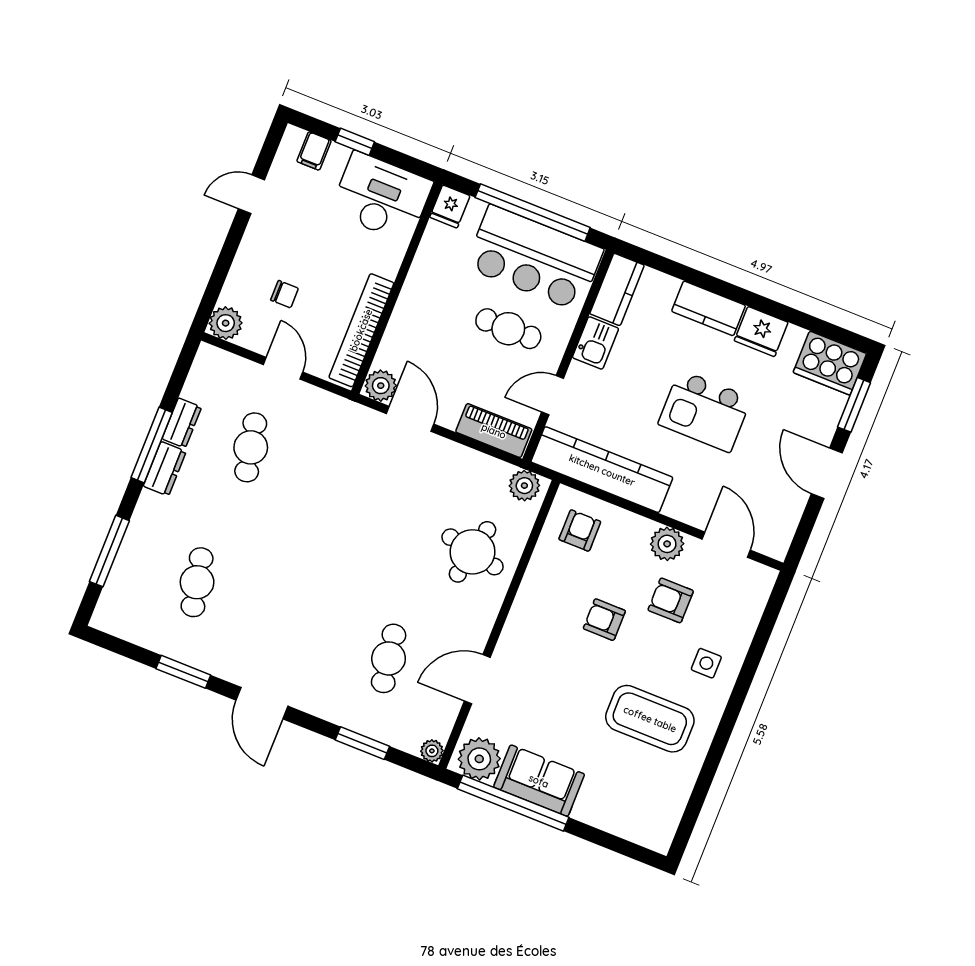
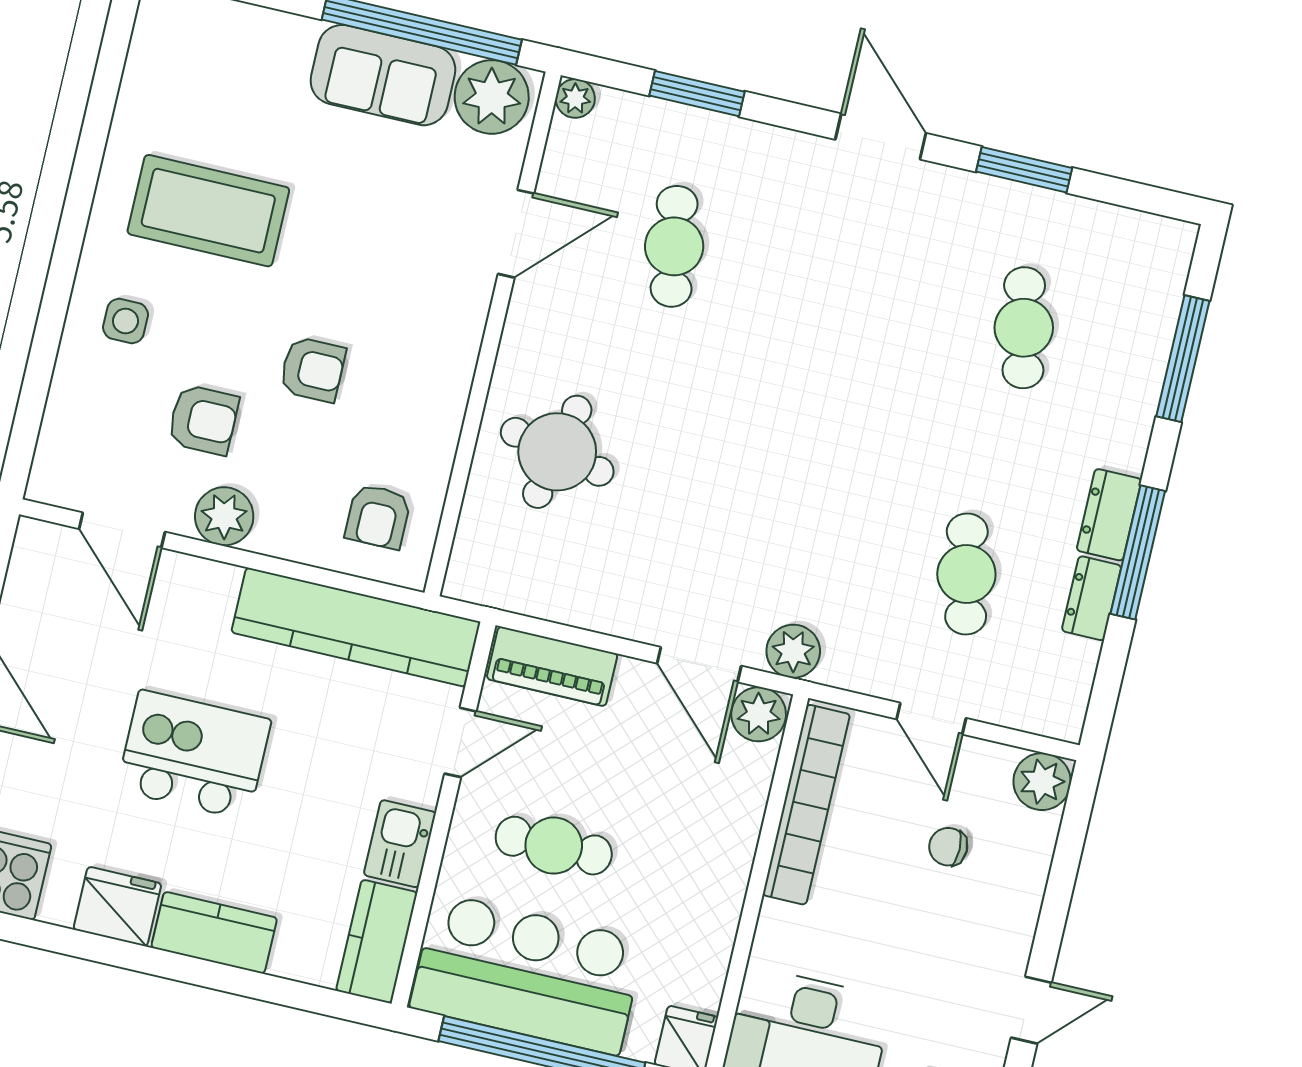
plant: (524, 486) -> (793, 651), moved

